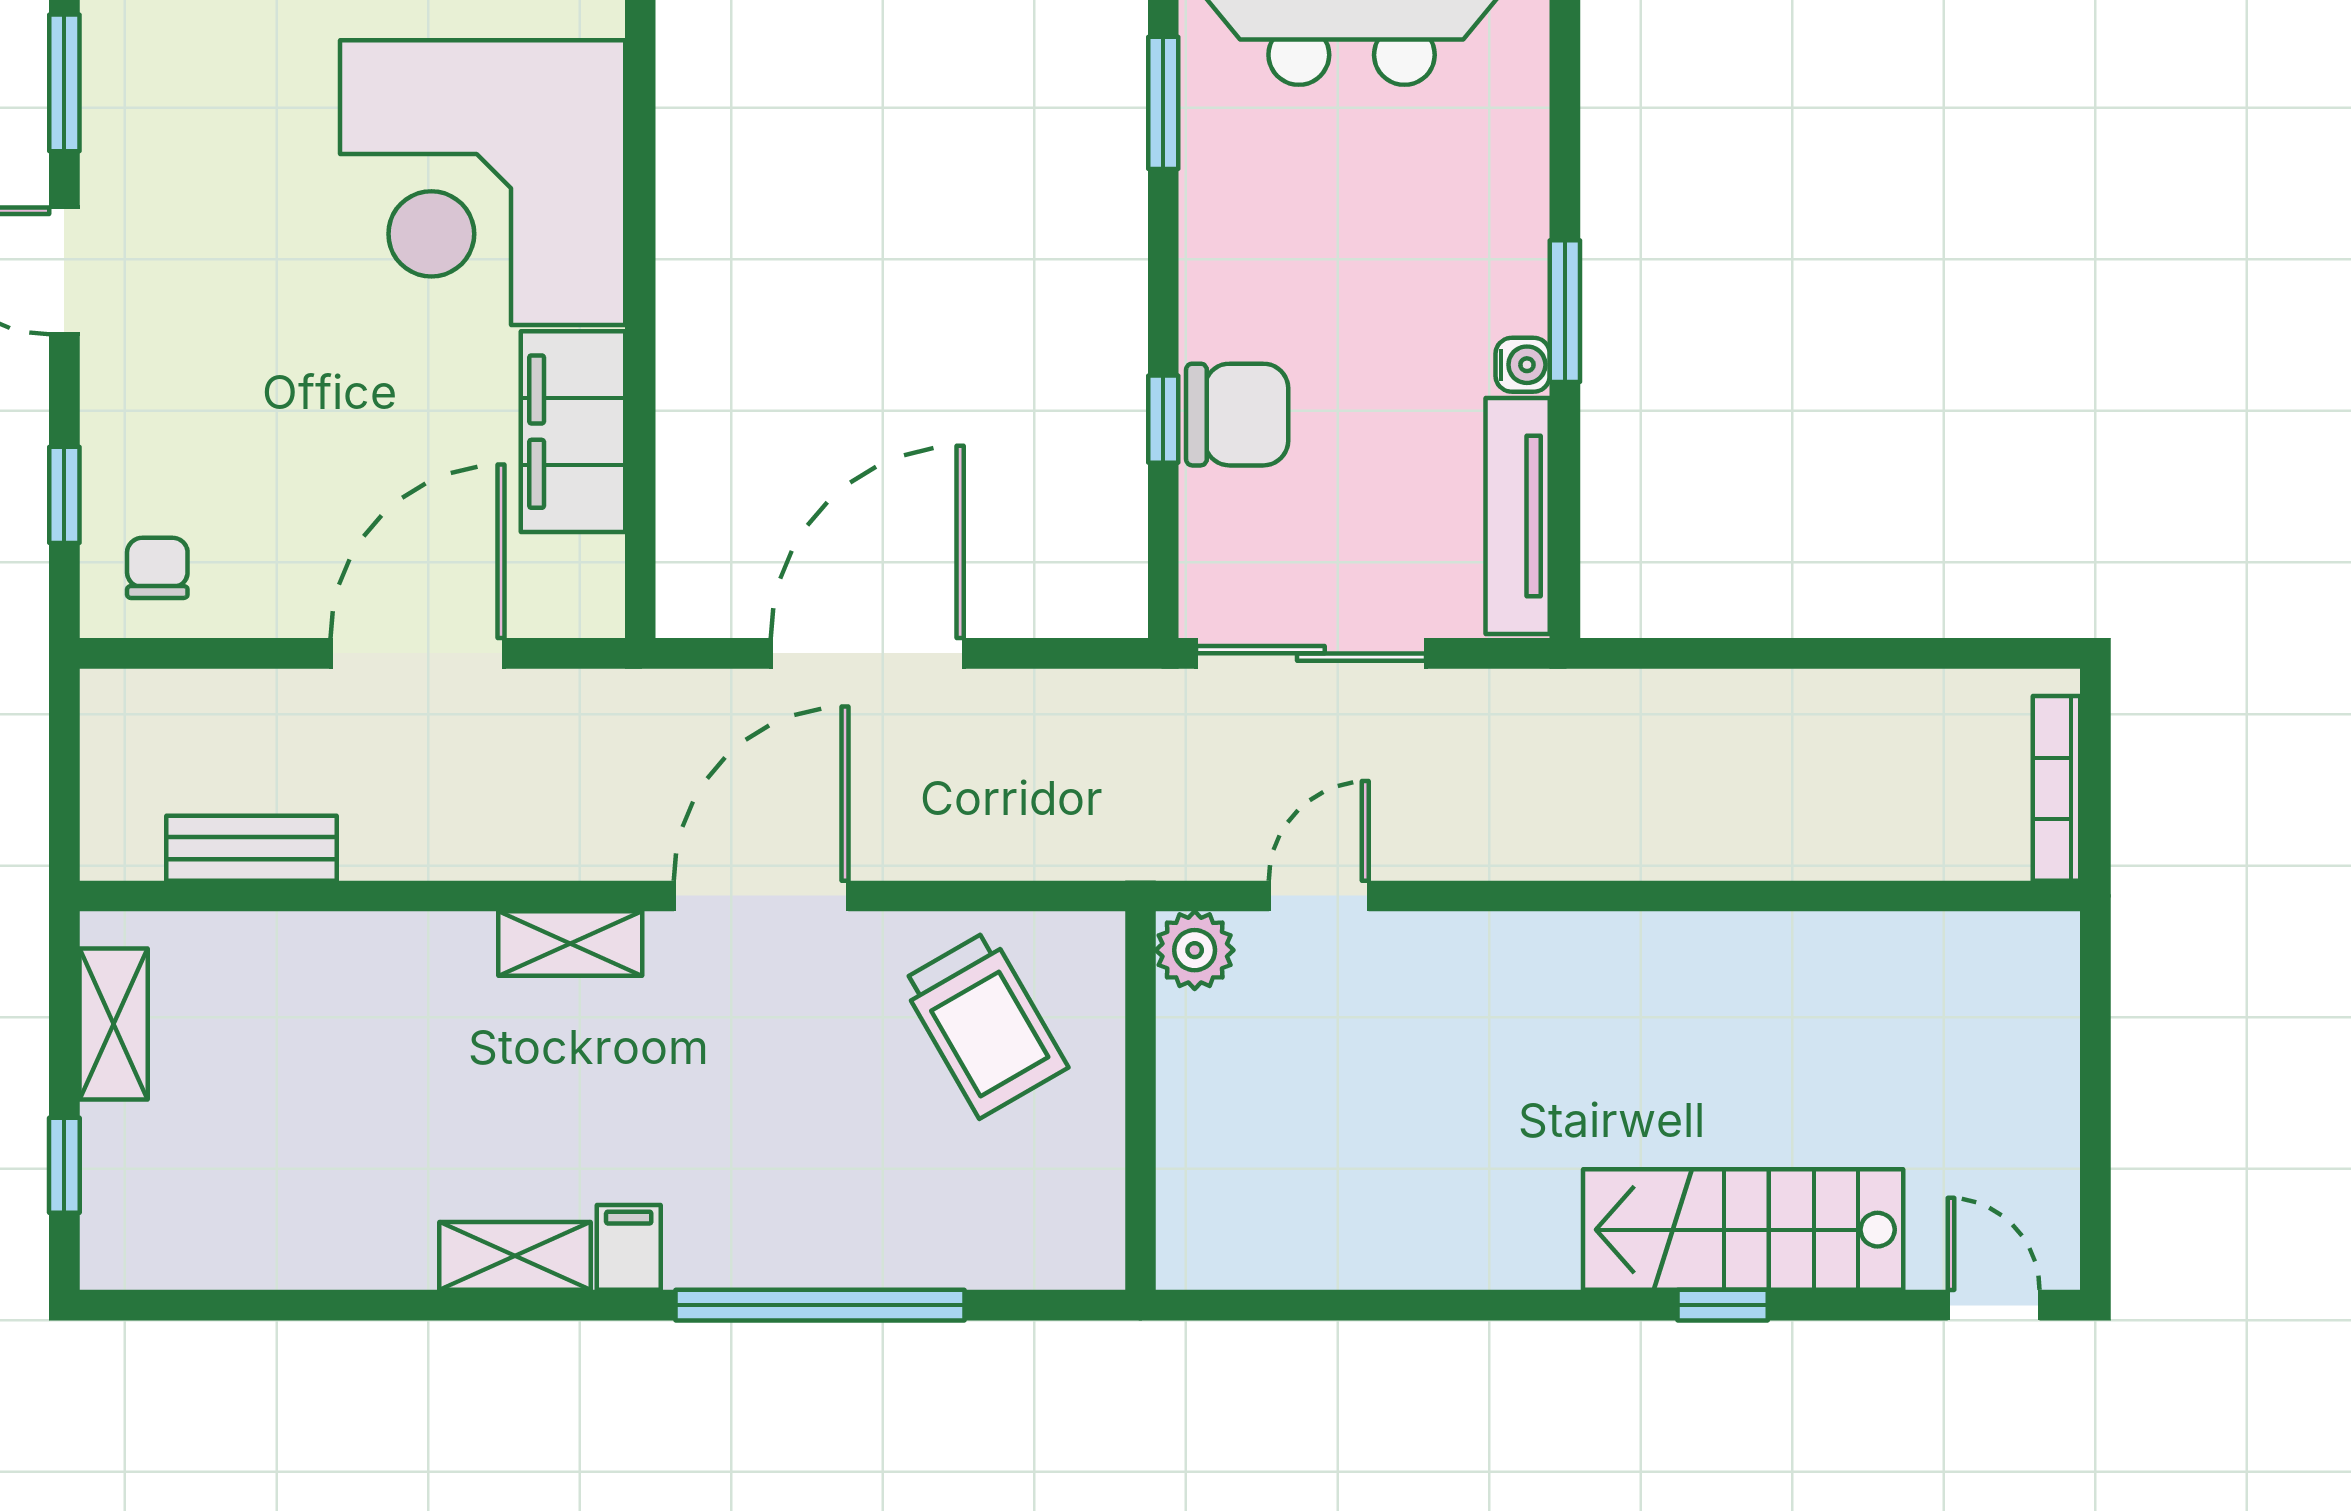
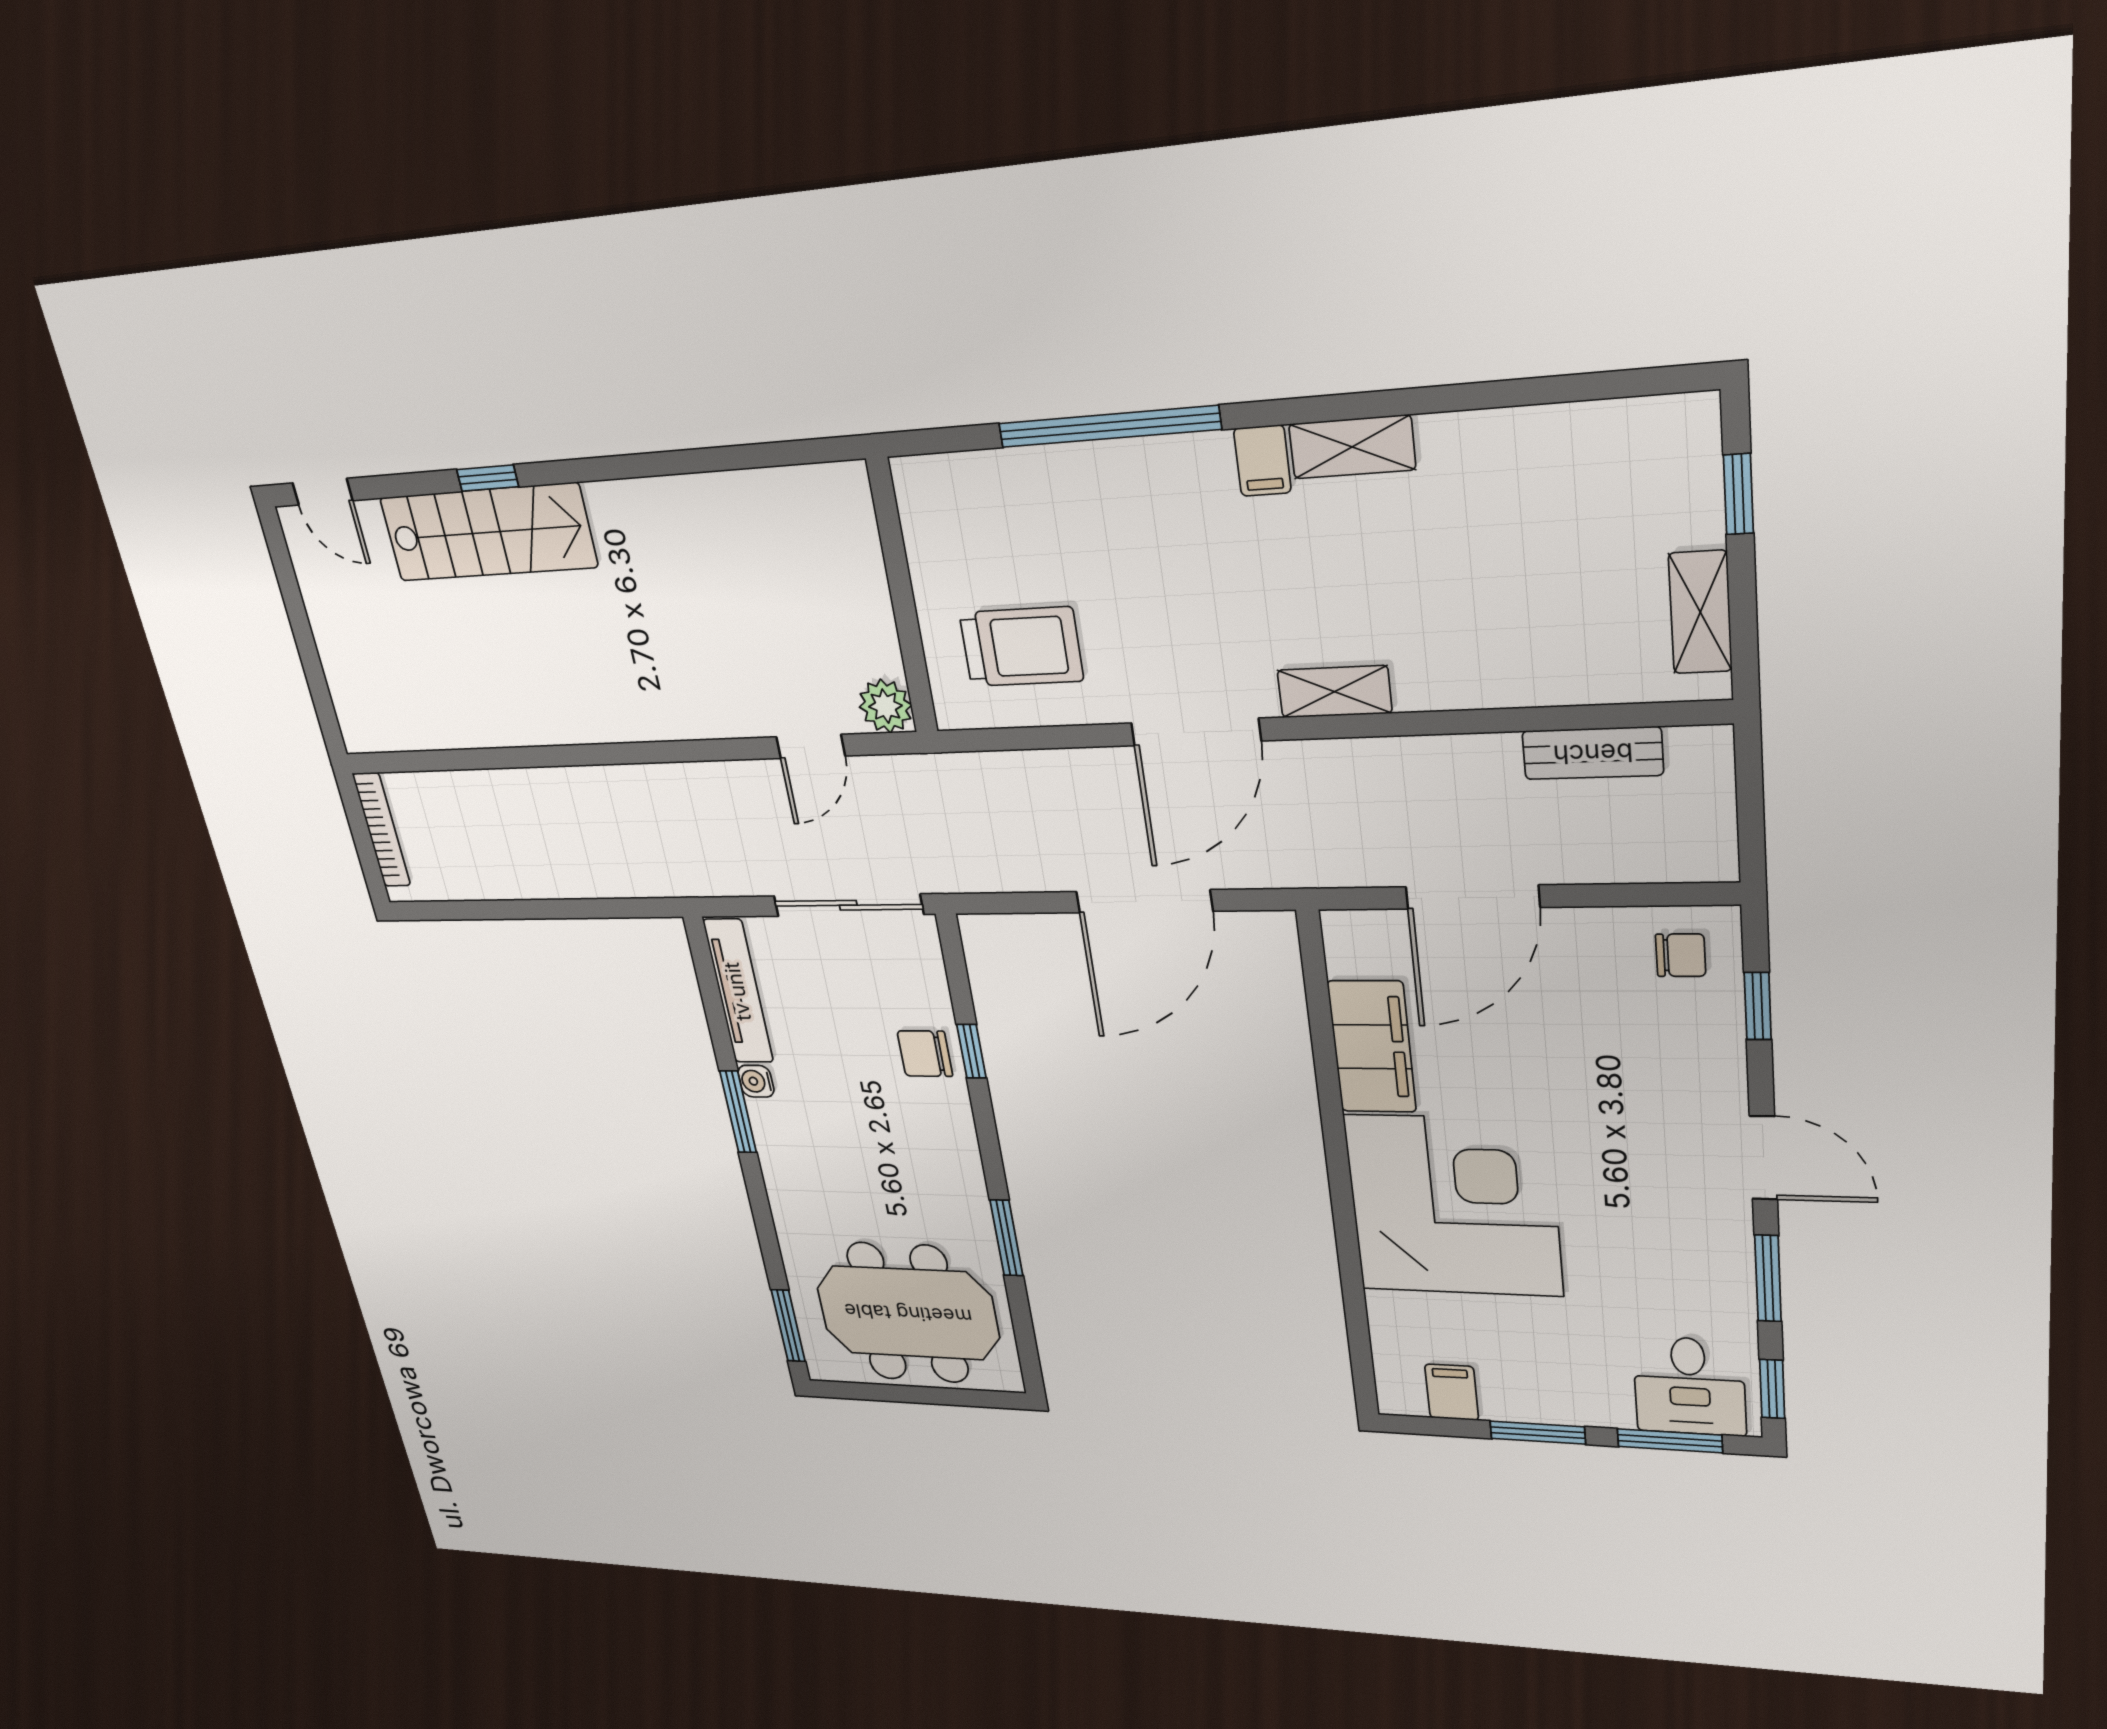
chair: (1237, 415) -> (925, 1054), width x0.73, depth x0.73
chair: (157, 568) -> (1681, 955), turned -90
trolley: (984, 1024) -> (1021, 647), turned 120

